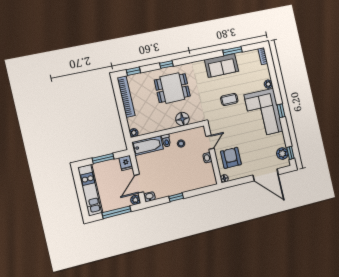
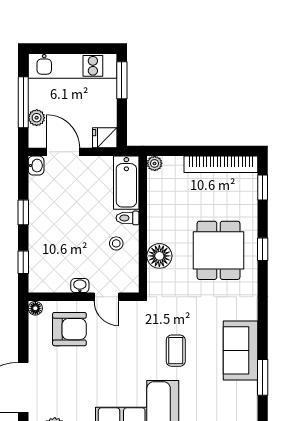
window: (103, 159) -> (122, 80), moved
window: (202, 191) -> (23, 262), added
plant: (135, 200) -> (37, 118), moved

